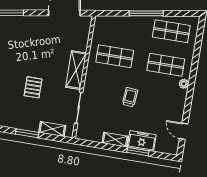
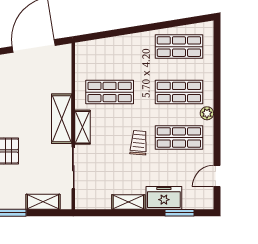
window: (146, 13) -> (142, 29), removed
shelving: (90, 79) -> (83, 127), added
shop shelf: (160, 98) -> (179, 138), added
door: (184, 131) -> (217, 176), hinge flipped
window: (138, 152) -> (180, 213), moved

